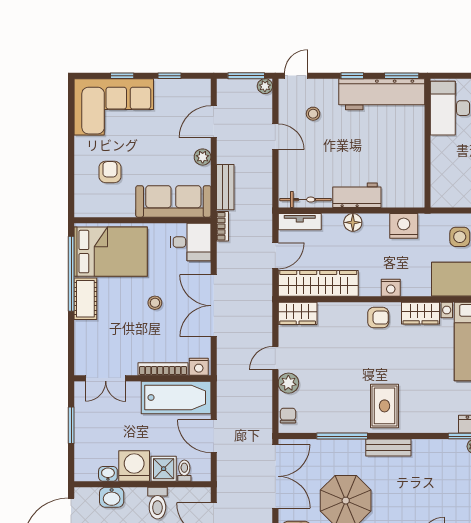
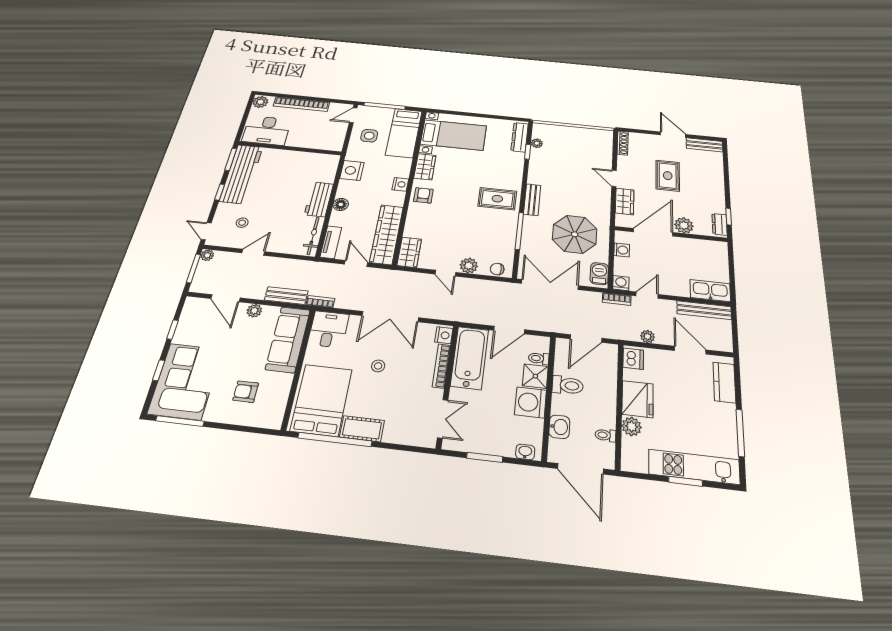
window: (71, 114) -> (180, 421), added
washbasin: (108, 474) -> (525, 452), moved, turned 90

